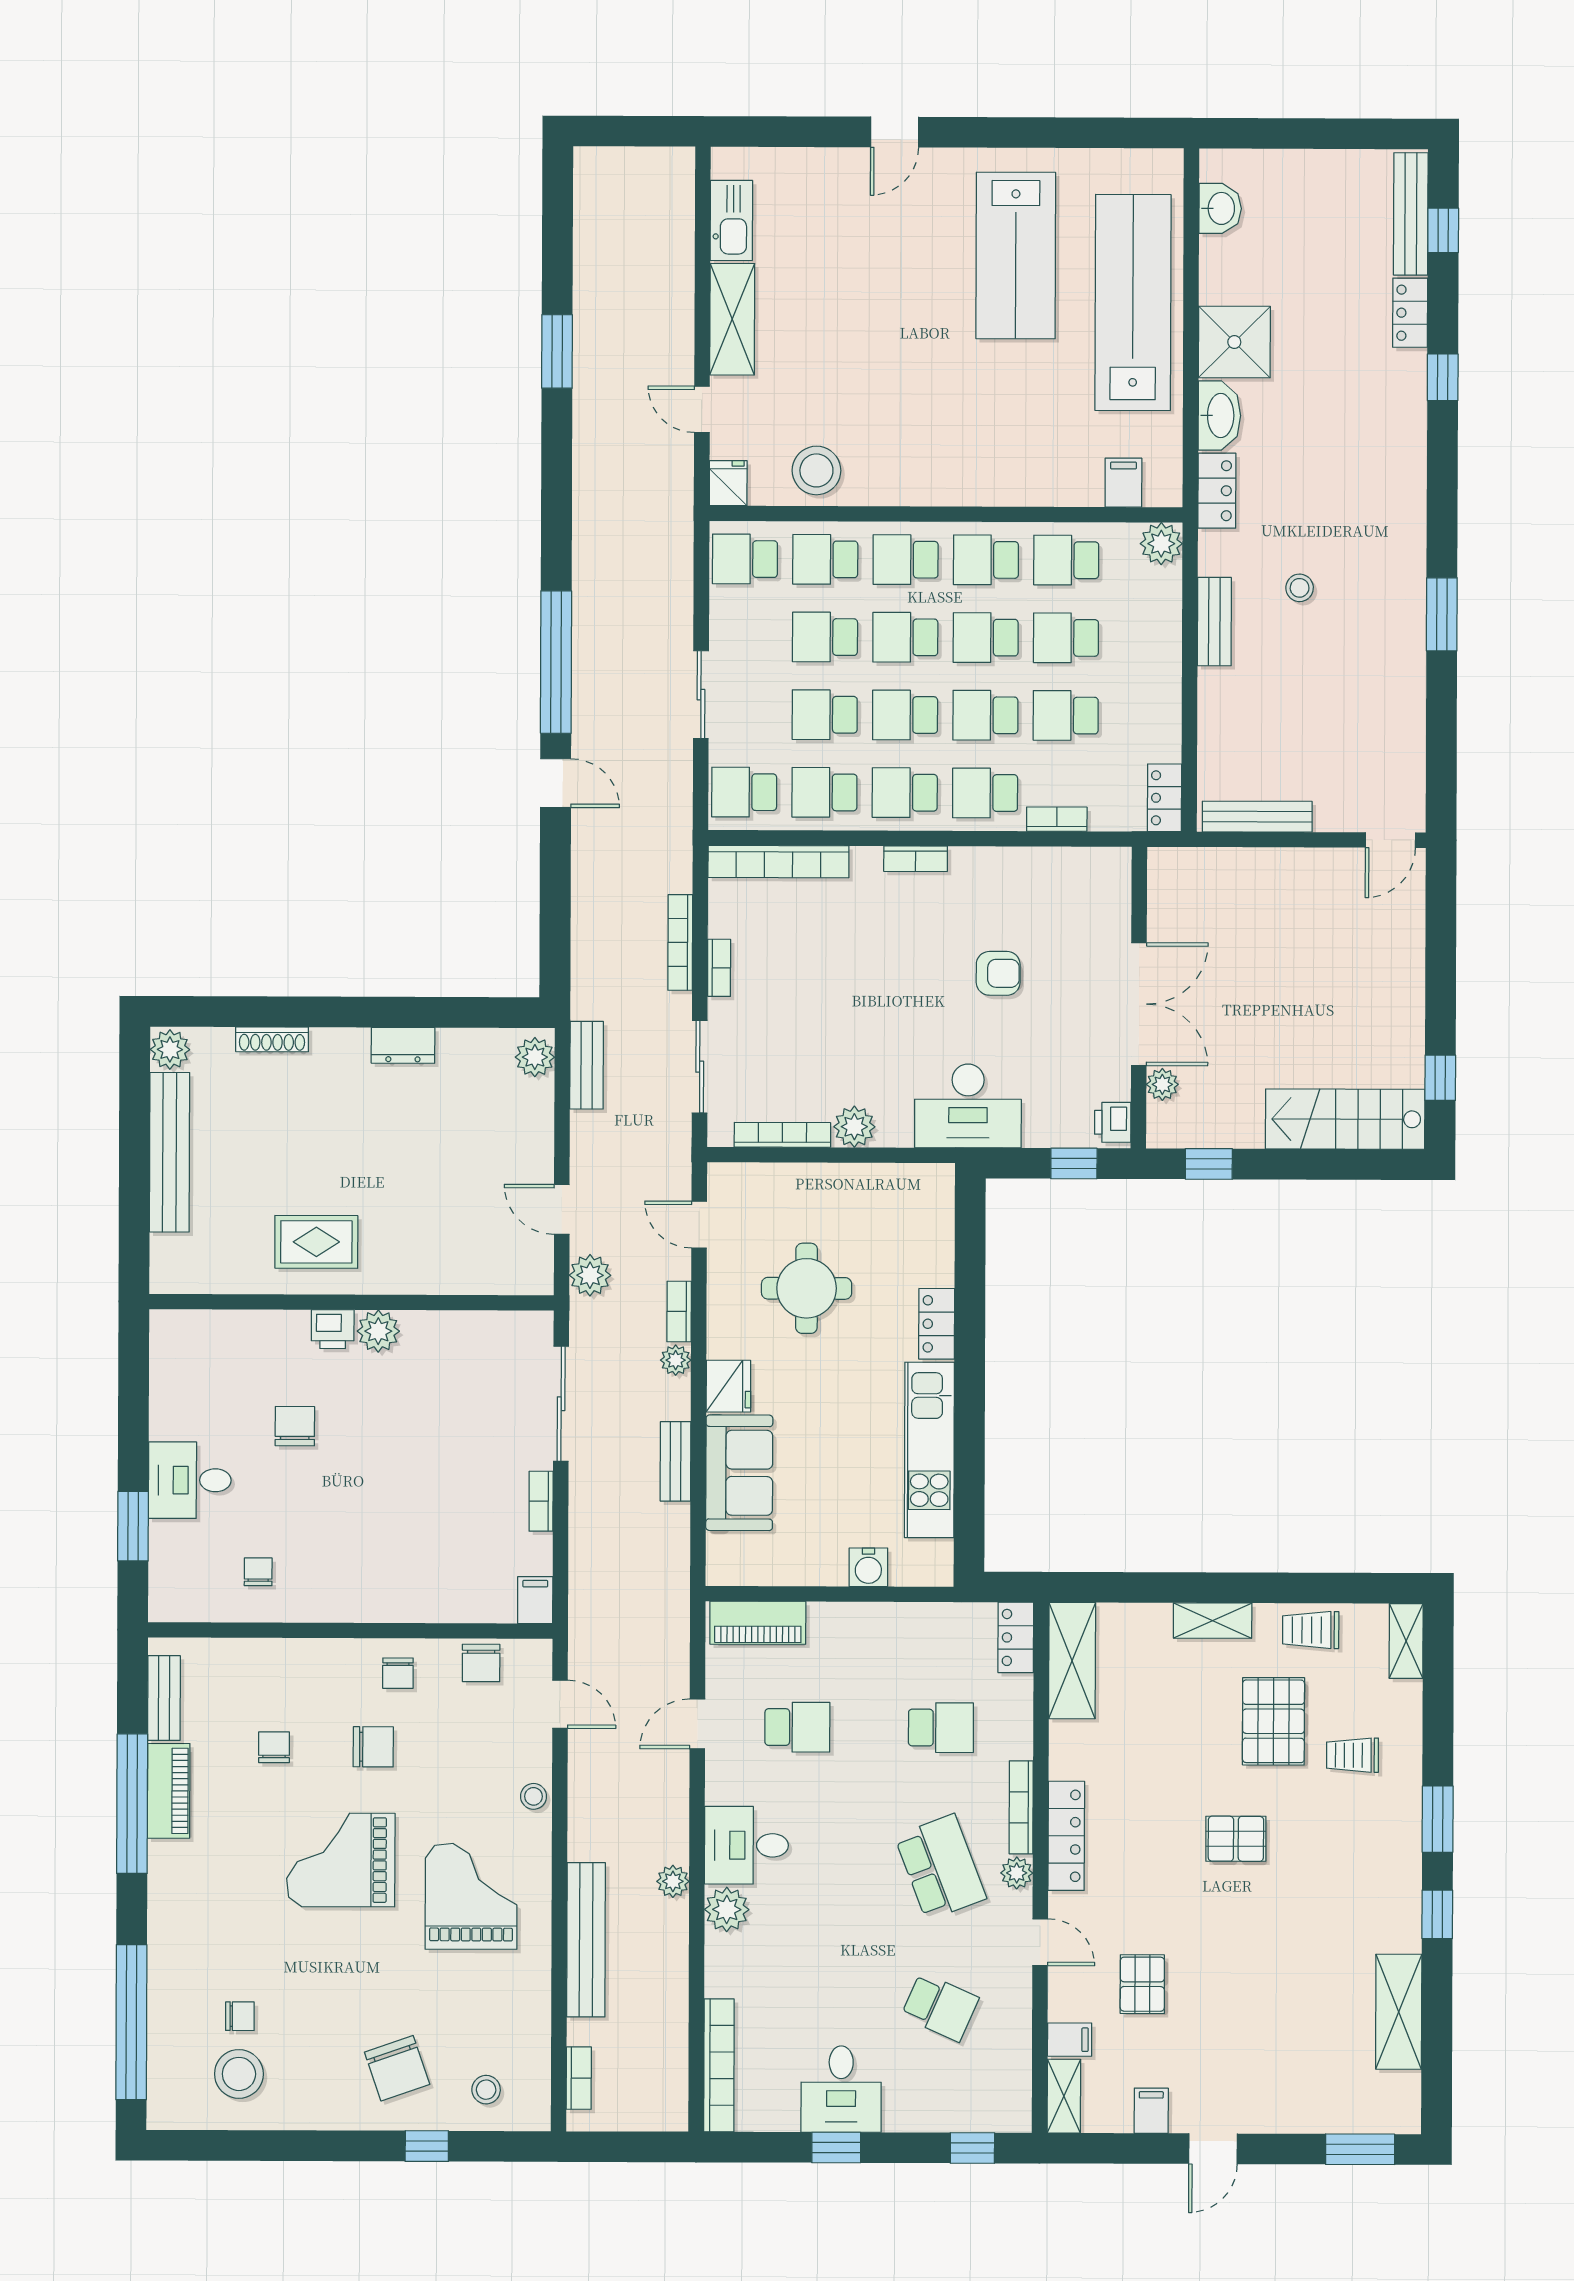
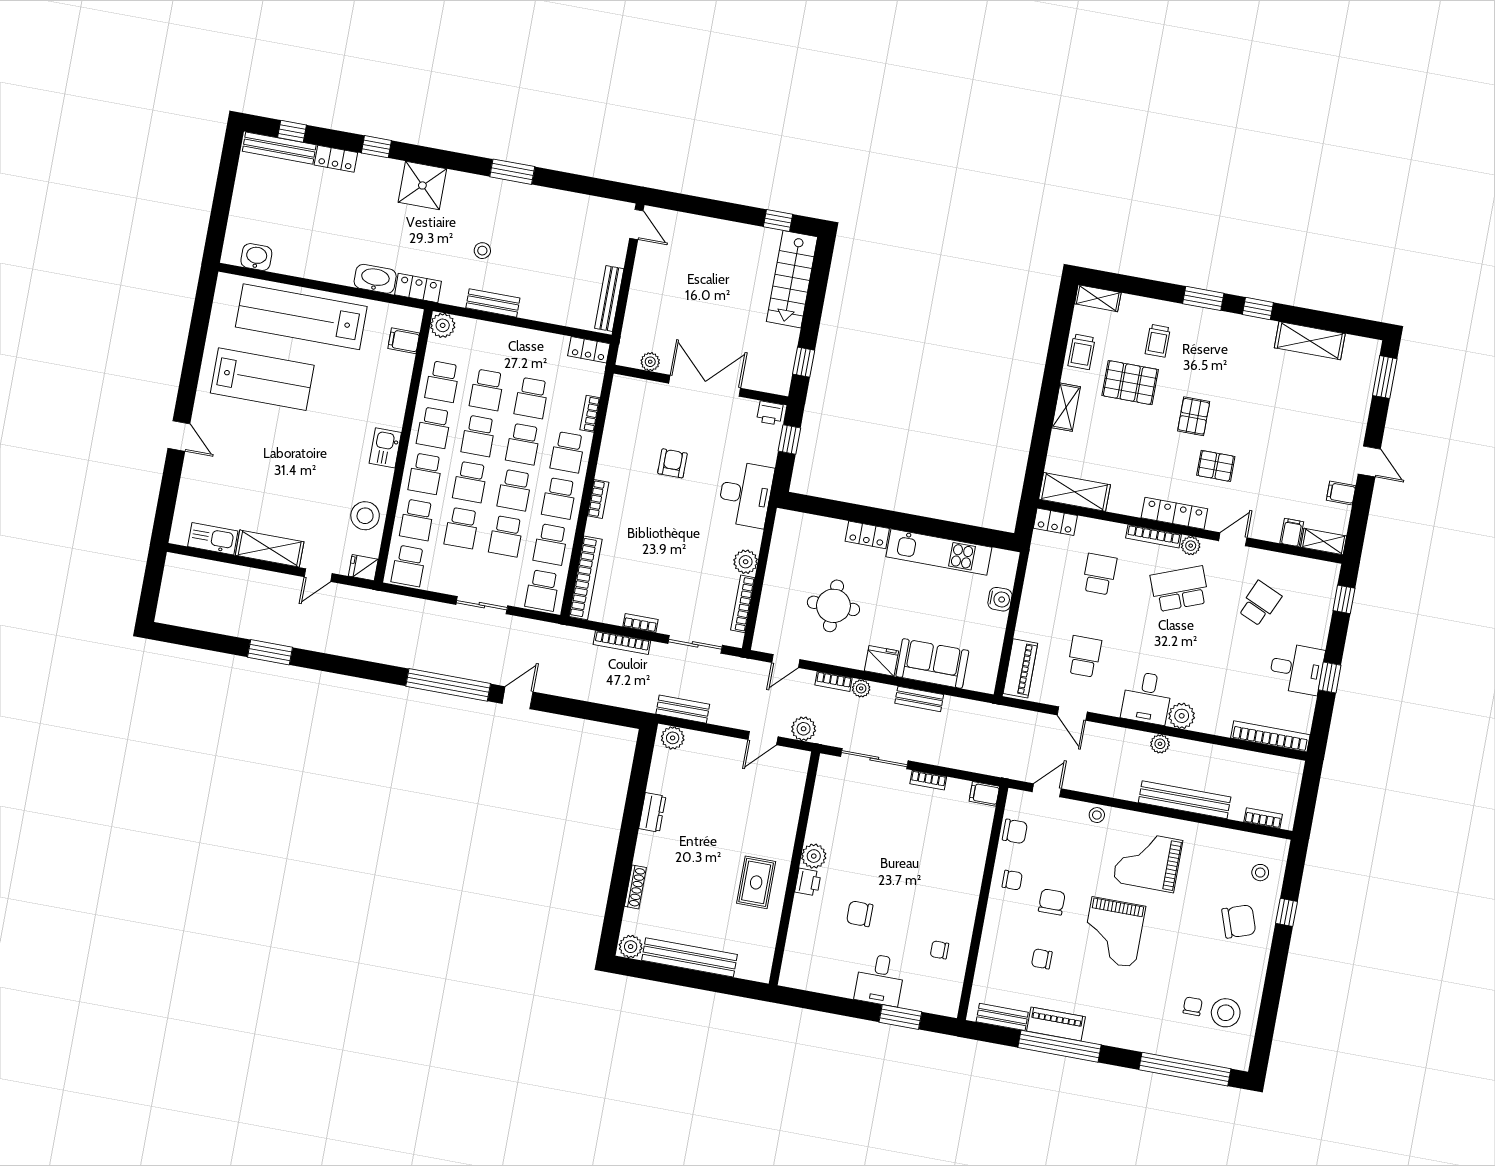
shower: (1234, 342) -> (422, 185), moved
kitchen sink: (937, 484) -> (385, 448), added
plant: (1162, 1084) -> (650, 362), moved
pallet: (1142, 1984) -> (1216, 466), moved

